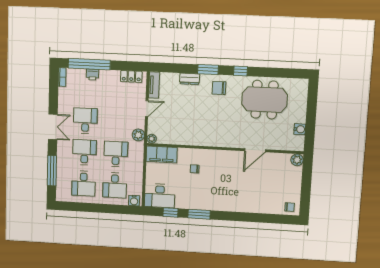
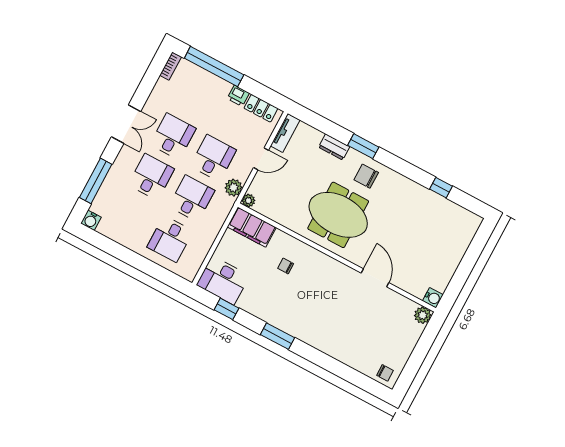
window: (240, 71) -> (441, 188), moved
printer: (92, 74) -> (238, 96), moved
meeting table: (264, 100) -> (338, 215), moved
water cooler: (300, 129) -> (433, 298), moved
door: (255, 150) -> (375, 278), swing flipped
desk: (84, 183) -> (213, 158), moved, turned 180
water cooler: (134, 201) -> (91, 220), moved
window: (199, 214) -> (277, 336), moved

